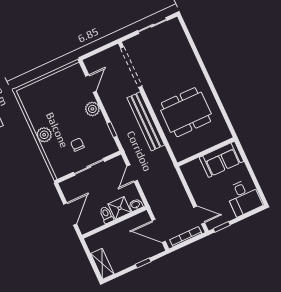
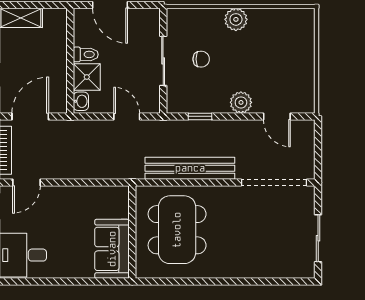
wall: (206, 152) -> (132, 232), moved
sofa: (222, 159) -> (112, 249), moved

